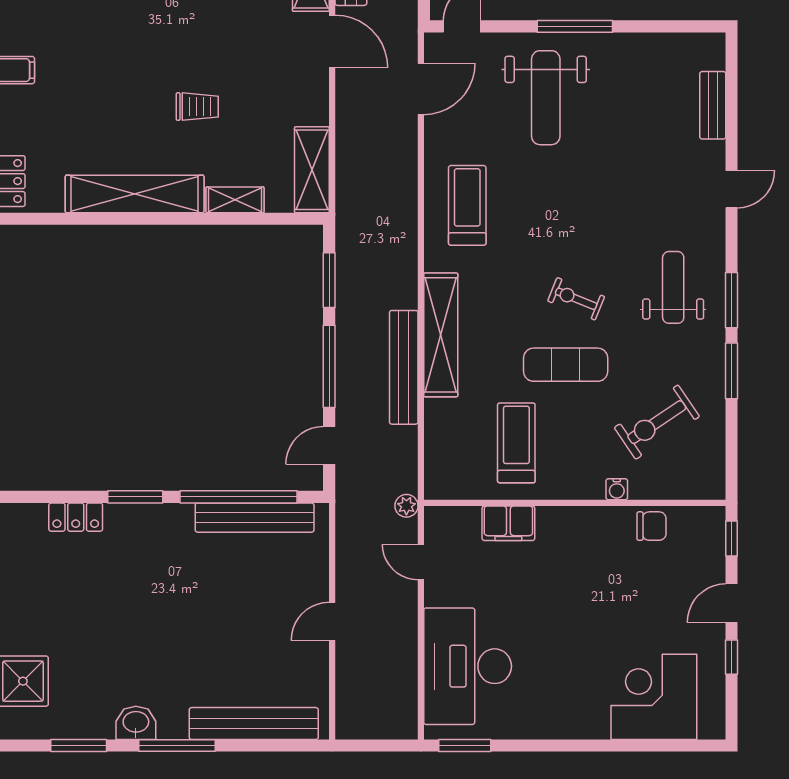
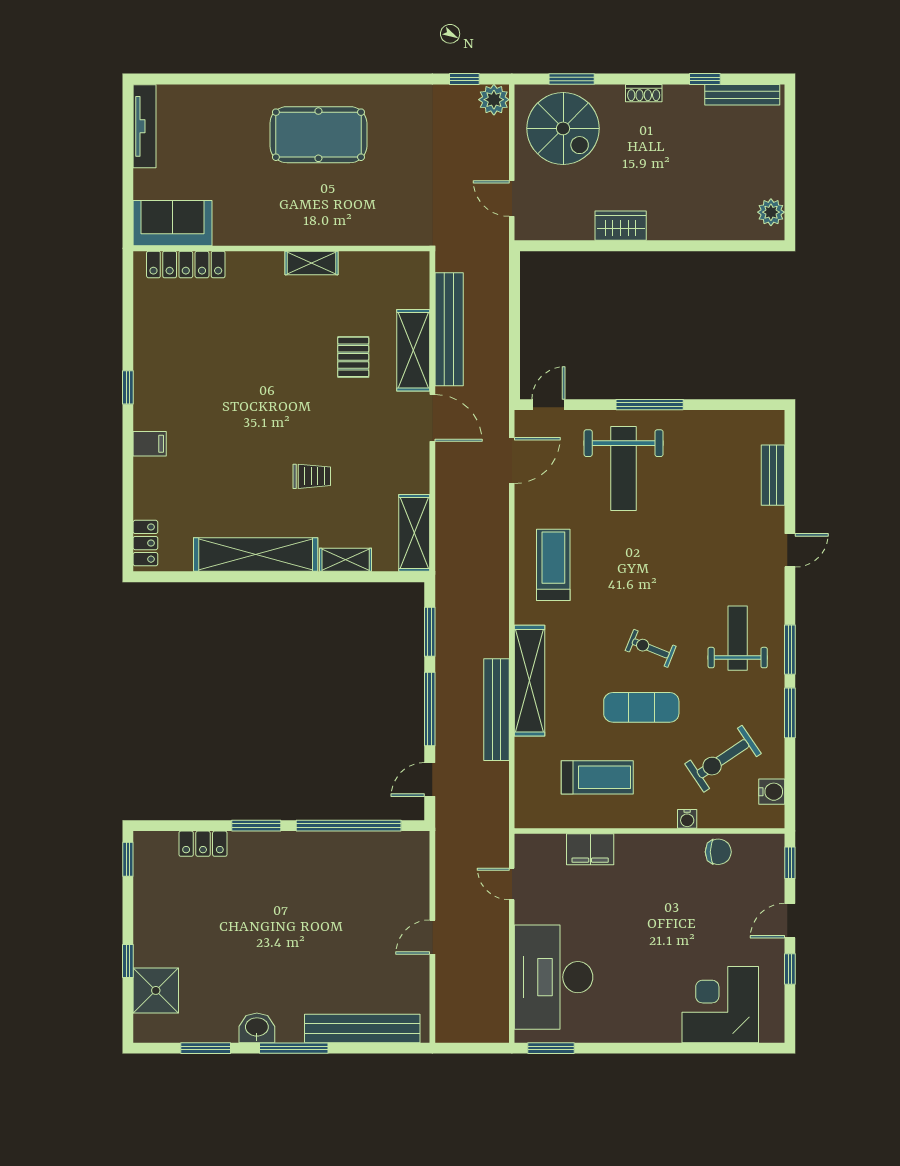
treadmill: (516, 443) -> (597, 777), turned 90
water cooler: (711, 459) -> (772, 792), added
plant: (406, 506) -> (499, 834), removed
bench: (255, 518) -> (363, 844), removed

